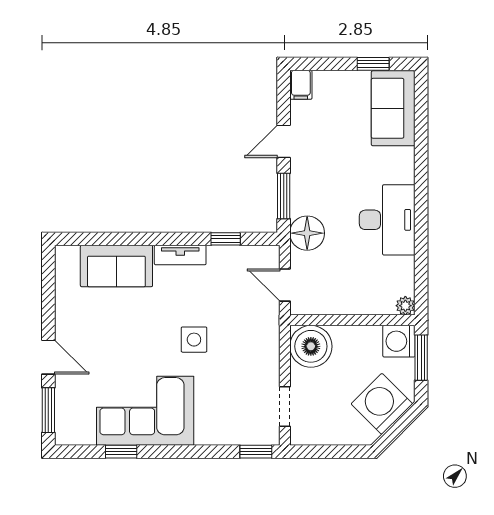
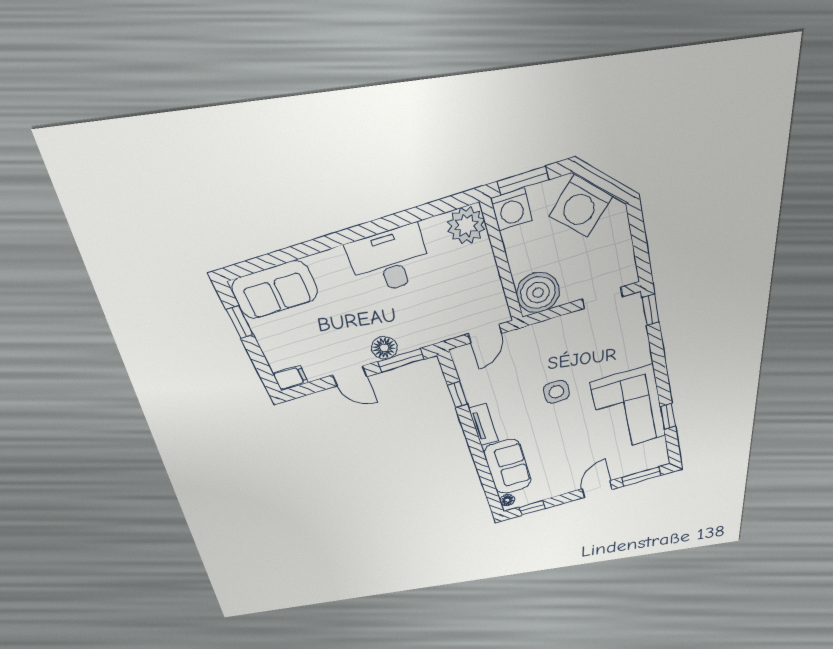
floor lamp: (307, 233) -> (384, 348), moved, width x0.73, depth x0.73
floor lamp: (70, 254) -> (507, 500), added
window: (48, 279) -> (532, 508), added
plant: (405, 306) -> (466, 226), width x1.88, depth x1.88

